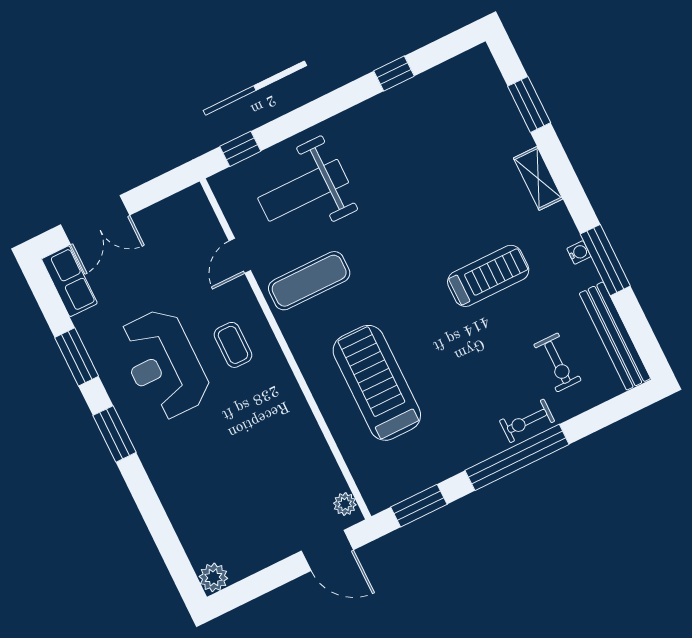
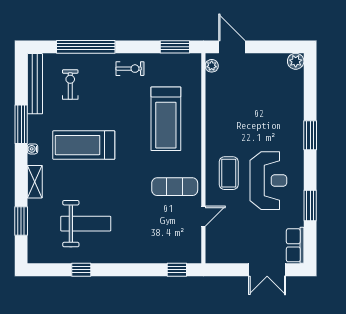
weight bench: (303, 190) -> (86, 224), moved
double door: (95, 220) -> (267, 270), swing flipped
water cooler: (579, 252) -> (32, 149), moved
treadmill: (488, 276) -> (84, 145), width x1.37, depth x1.38
coffee table: (233, 345) -> (229, 173), width x1.36, depth x1.30
exercise bike: (527, 421) -> (130, 69), moved
window: (114, 434) -> (310, 135), moved
window: (517, 457) -> (86, 47), moved

